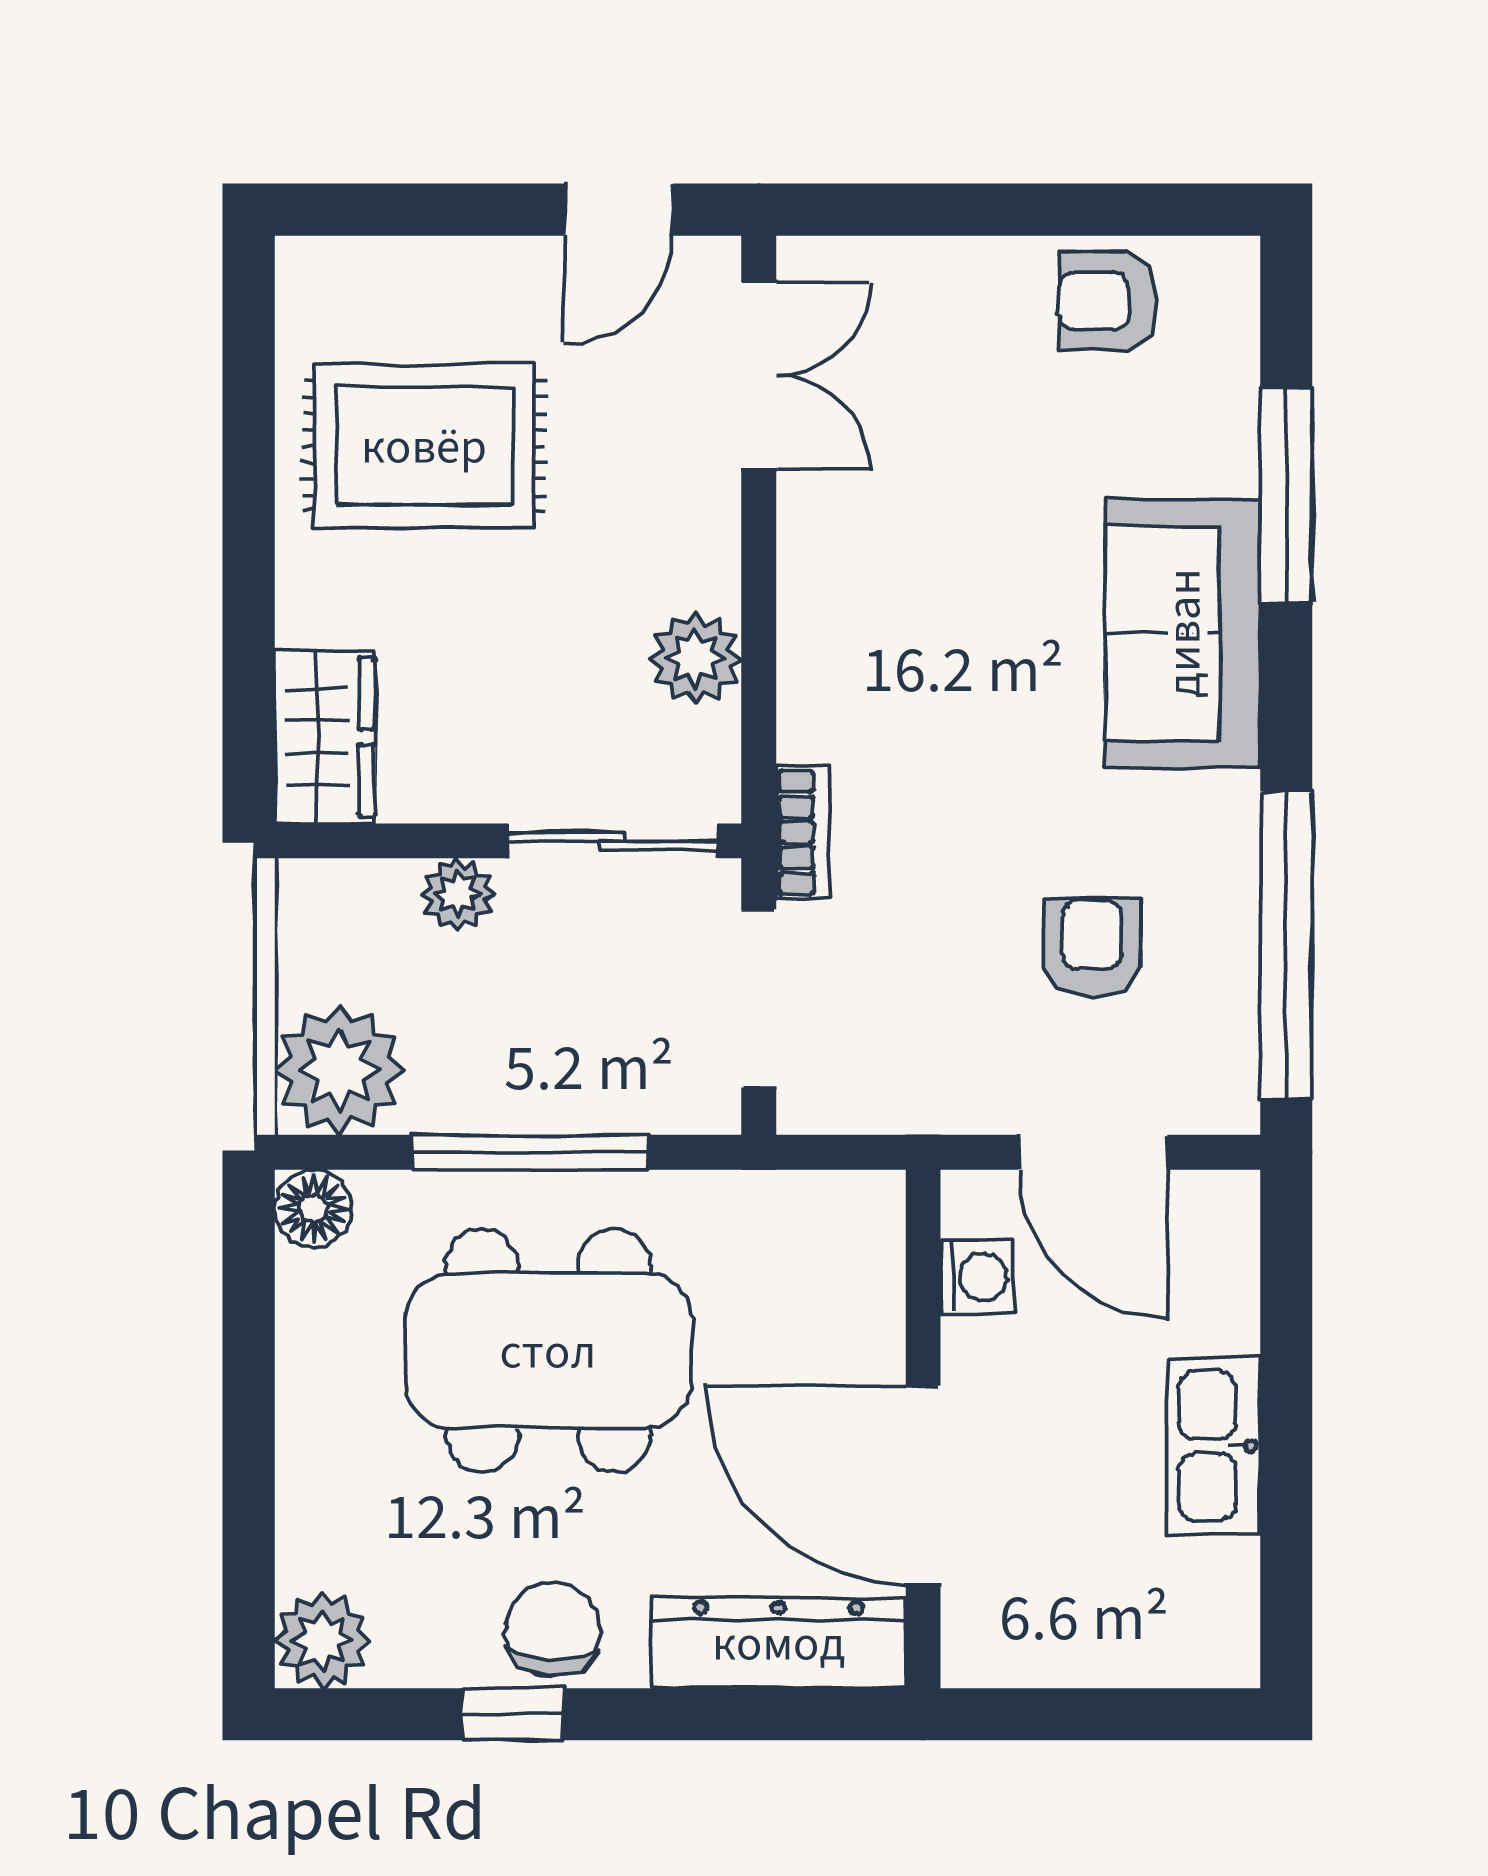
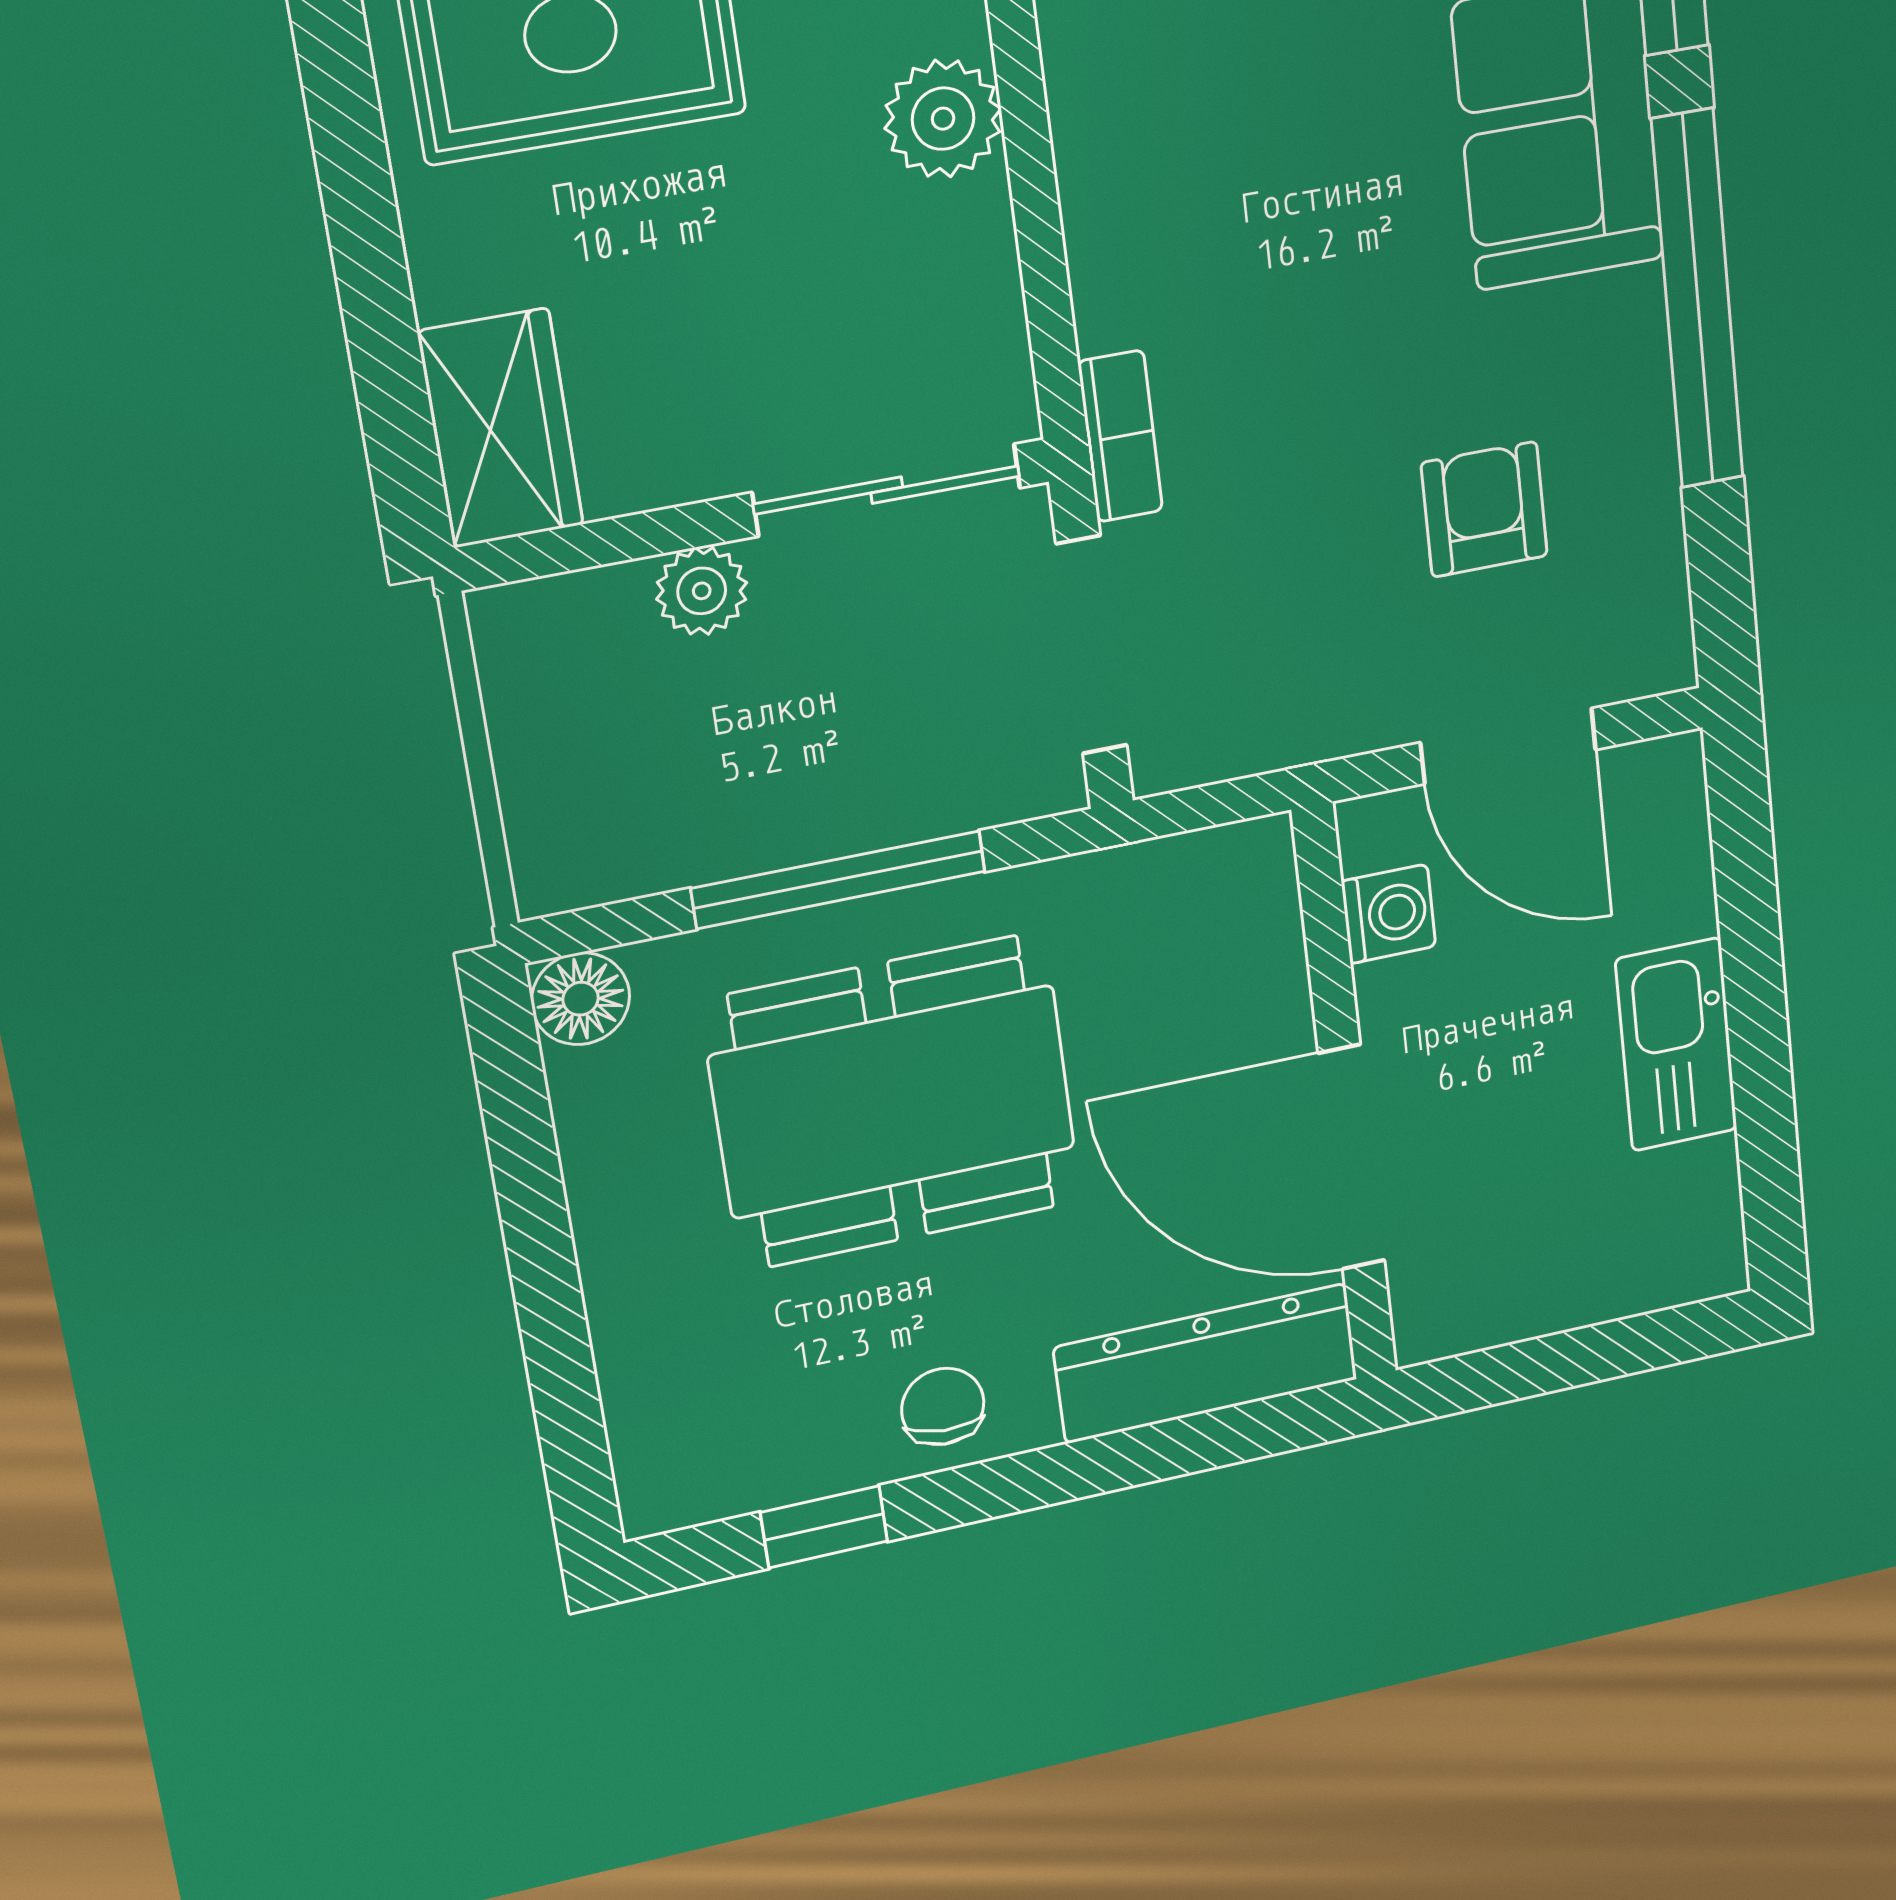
plant: (696, 658) -> (943, 119), moved
window: (1286, 945) -> (1697, 300), moved
plant: (339, 1070) -> (586, 831), removed
chair: (553, 1629) -> (943, 1406), width x0.73, depth x0.73
plant: (322, 1640) -> (672, 1479), removed
window: (513, 1714) -> (824, 1527), moved

